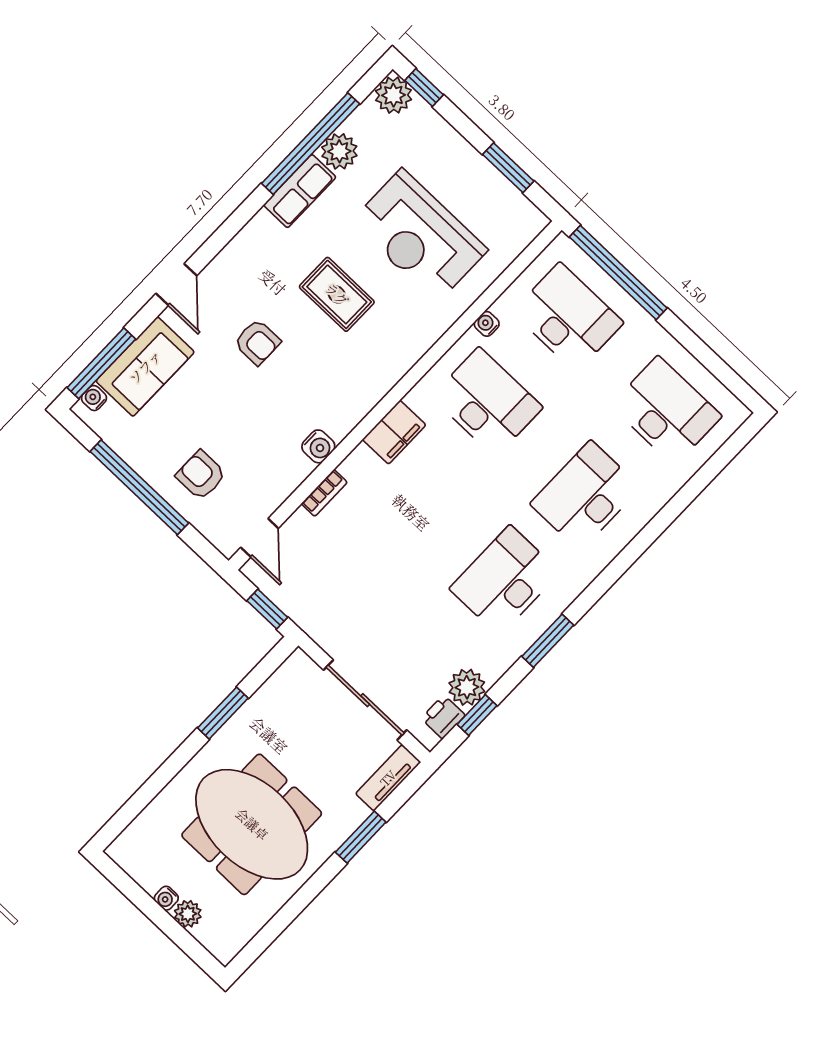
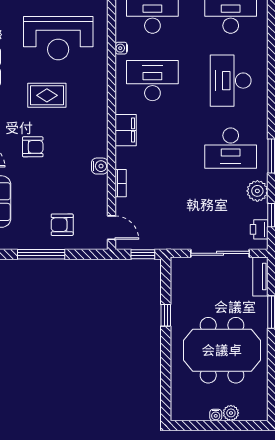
window: (139, 487) -> (41, 254), width x0.68
desk: (505, 580) -> (231, 148), turned -90
plant: (467, 687) -> (257, 191), moved
window: (223, 713) -> (166, 315), width x0.67

